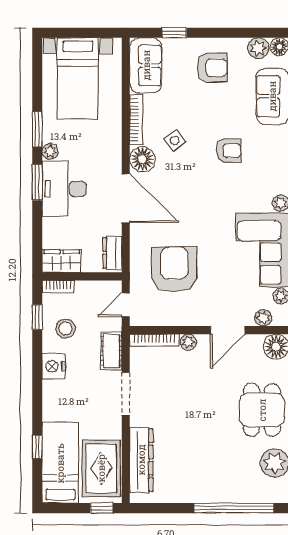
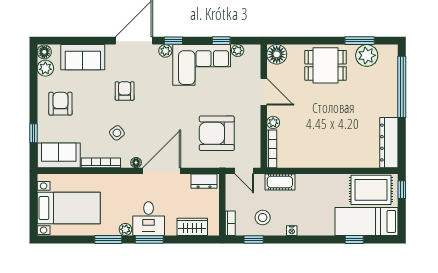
floor lamp: (142, 159) -> (136, 163), width x0.53, depth x0.53
desk: (64, 189) -> (149, 219), width x0.73
wardrobe: (62, 261) -> (192, 227), moved, turned 90
plant: (263, 318) -> (254, 64), removed
nightstand: (54, 366) -> (292, 231), width x0.53, depth x0.56
doorway: (126, 394) -> (313, 171), removed
dresser: (141, 460) -> (389, 143), moved, turned -90

